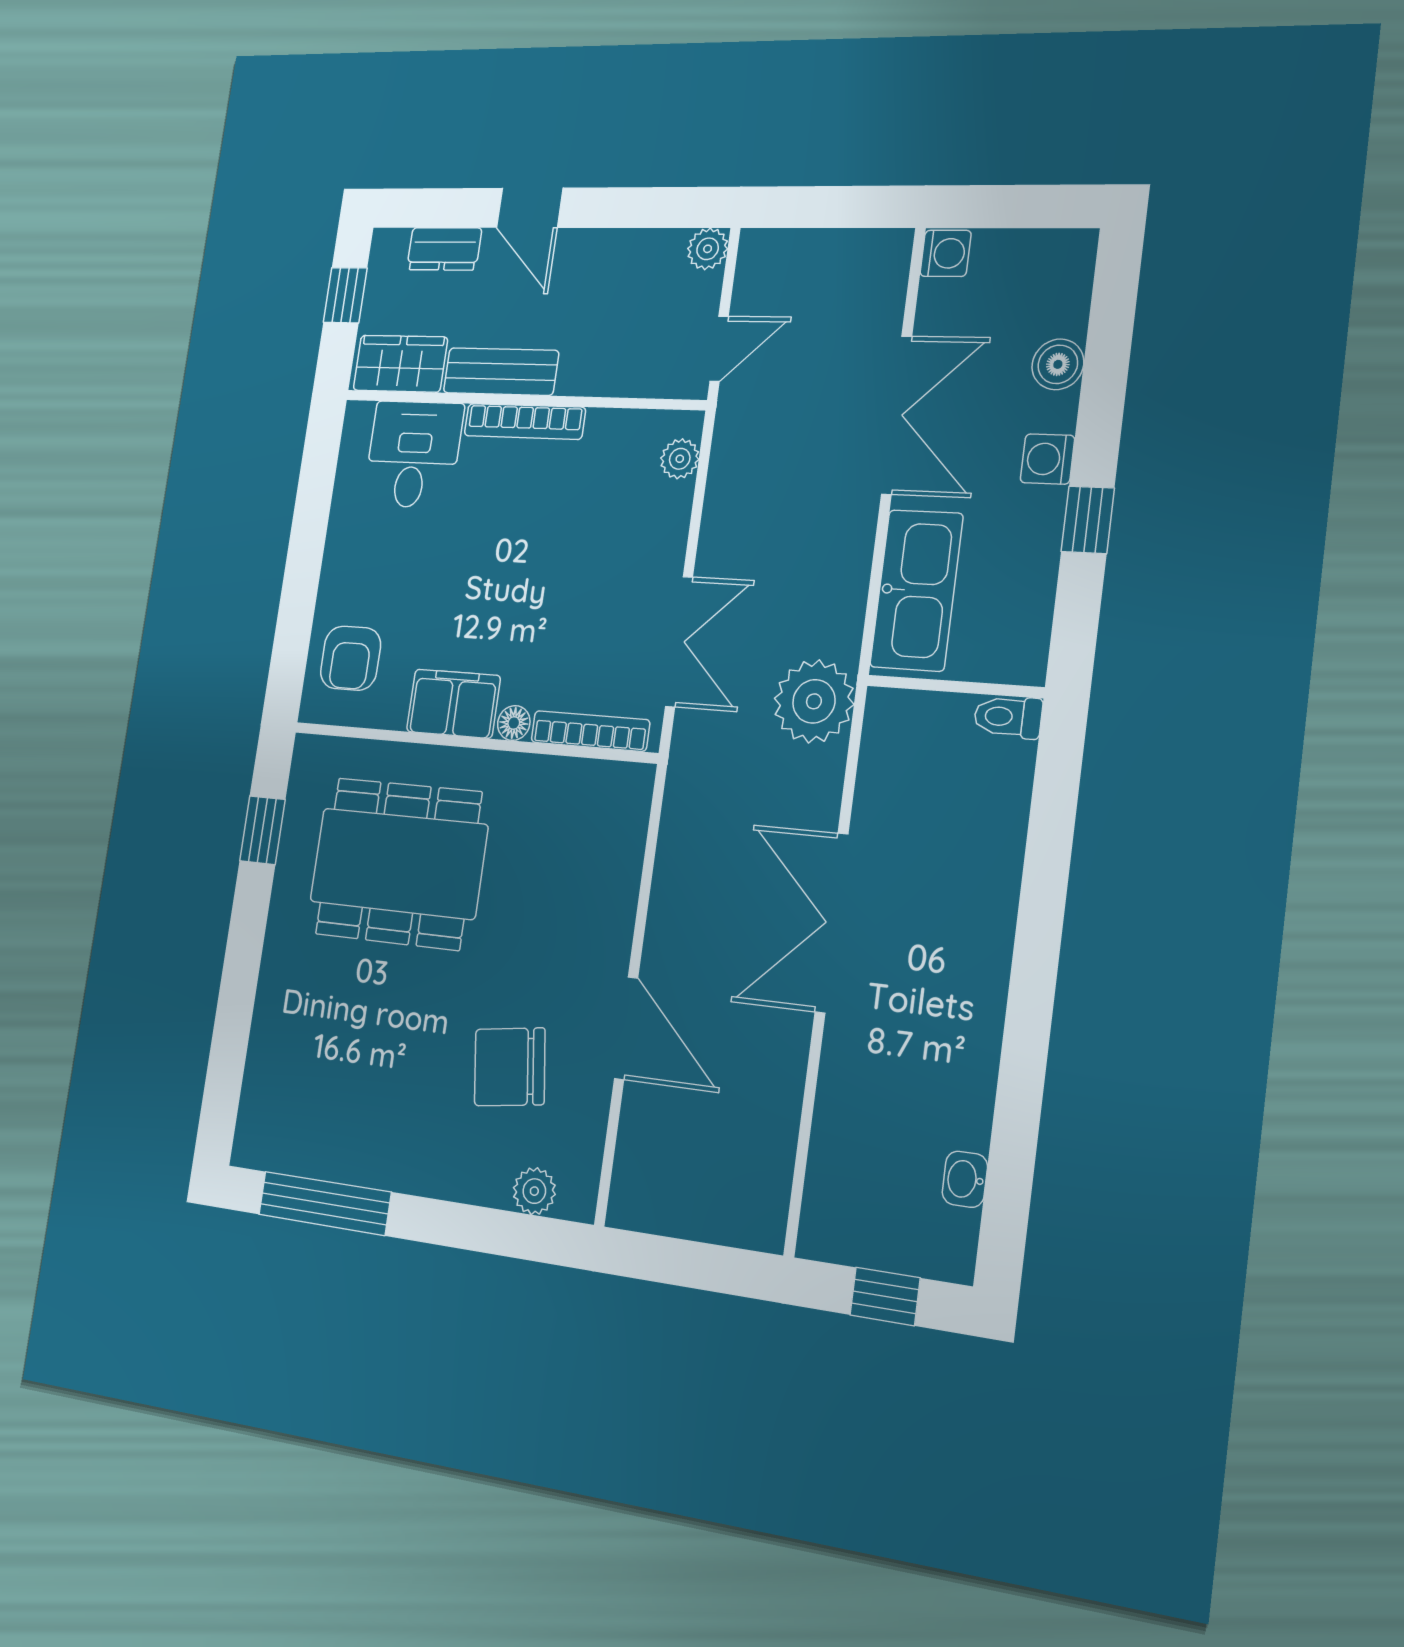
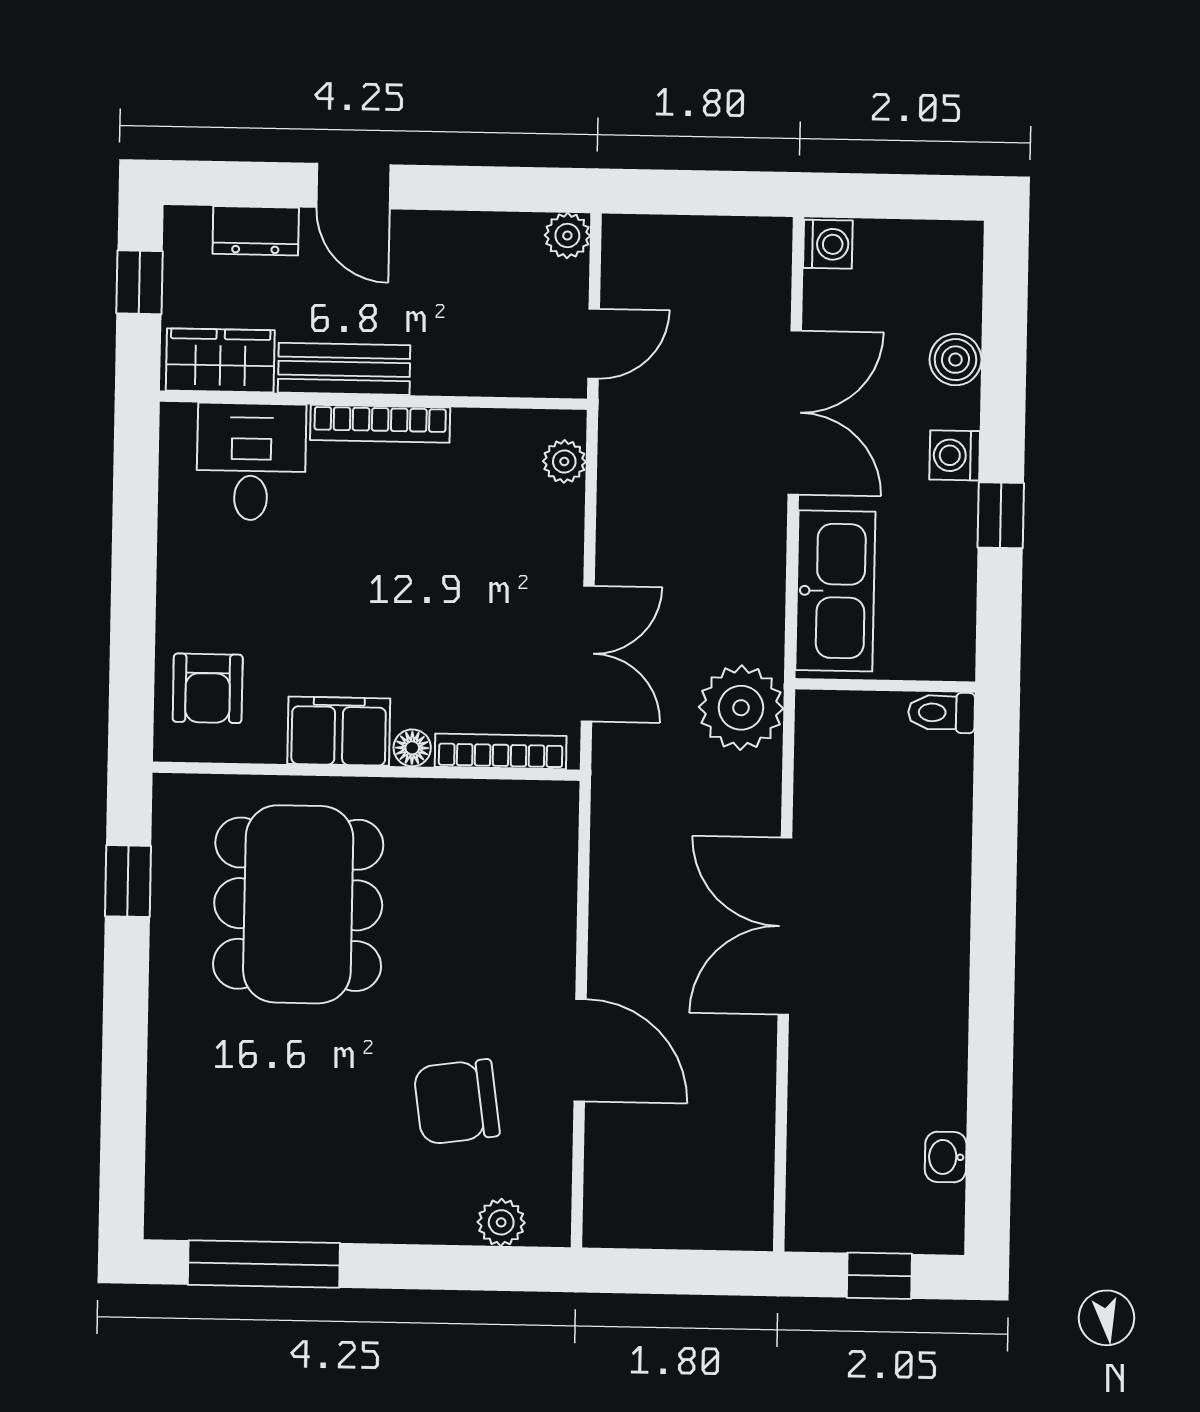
dining table: (398, 863) -> (298, 904), turned 90

